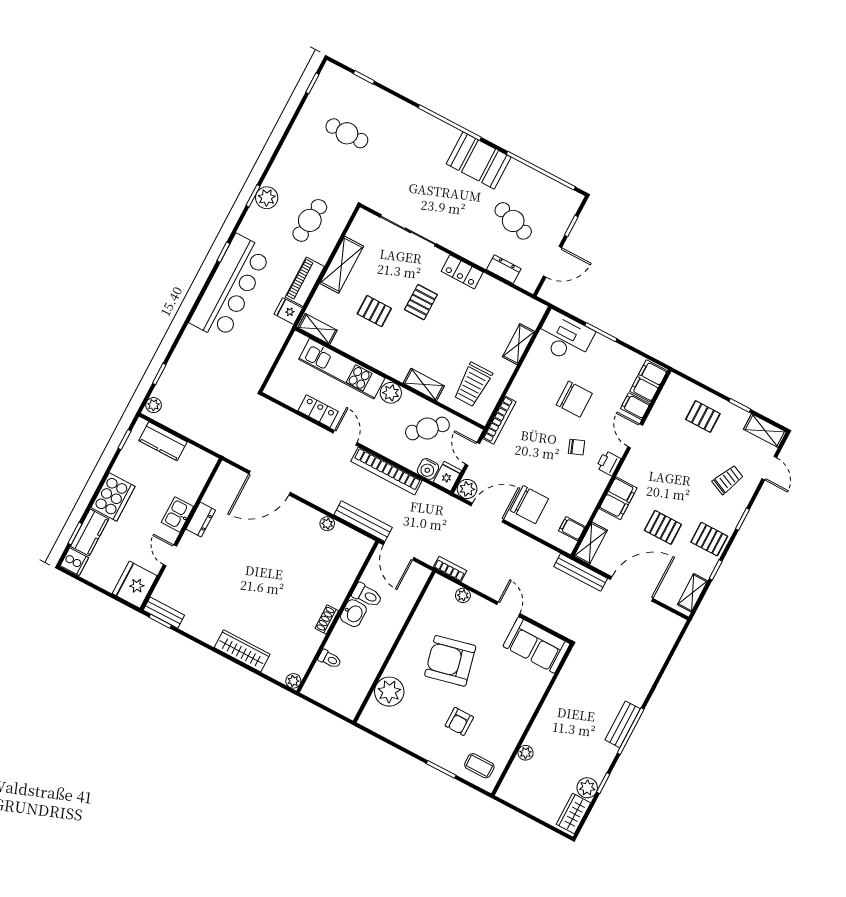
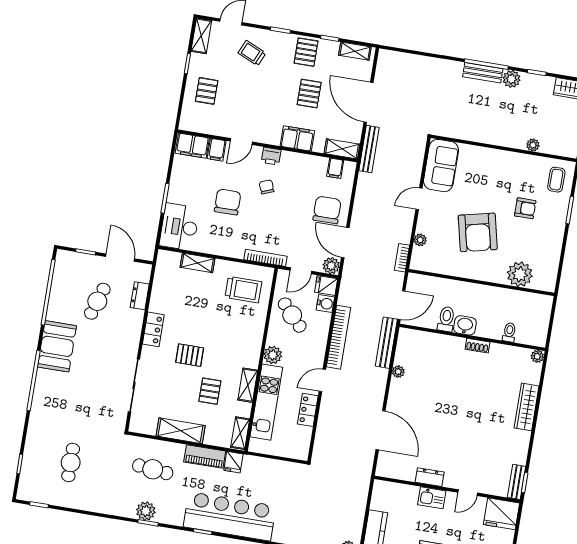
shelving: (424, 384) -> (248, 385), moved
plant: (587, 788) -> (512, 79), moved

